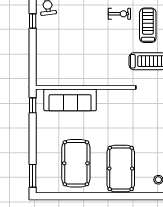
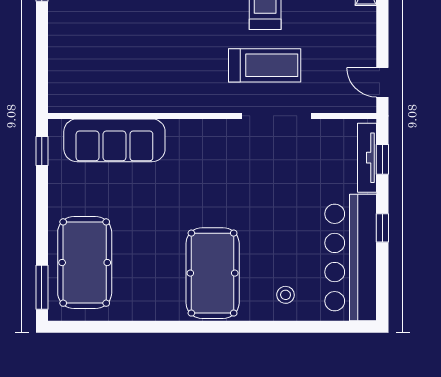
pool table: (76, 163) -> (85, 263), moved

